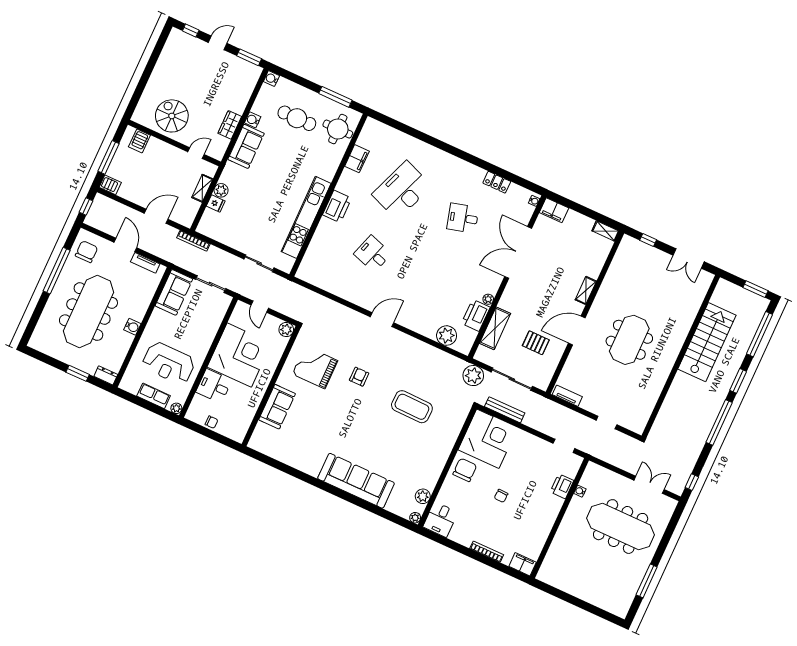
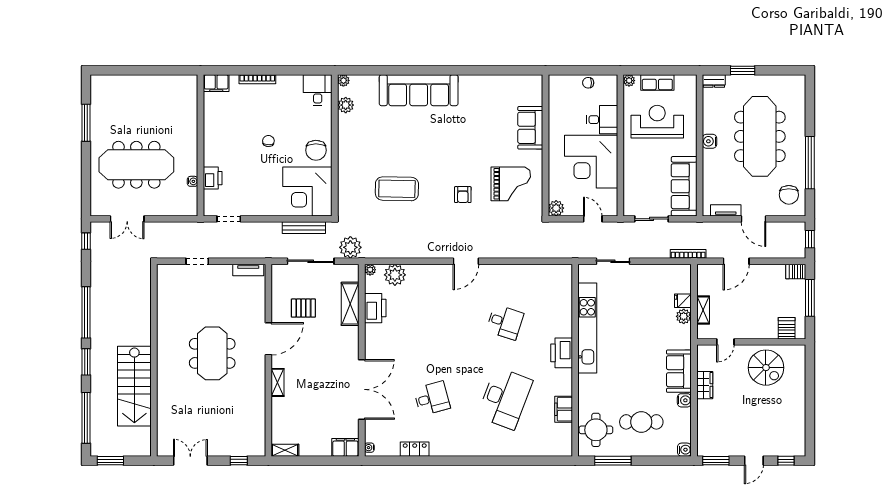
sofa: (174, 292) -> (684, 186), width x1.36
plant: (488, 299) -> (370, 270), moved

